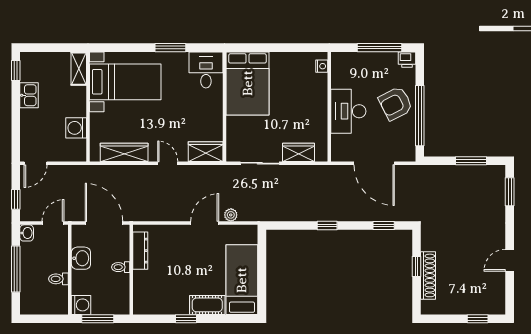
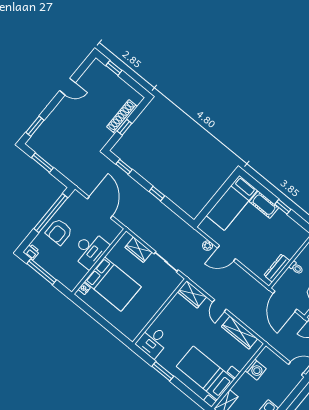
bed: (248, 83) -> (113, 284), moved, turned 90
armchair: (396, 103) -> (59, 232), turned 117

